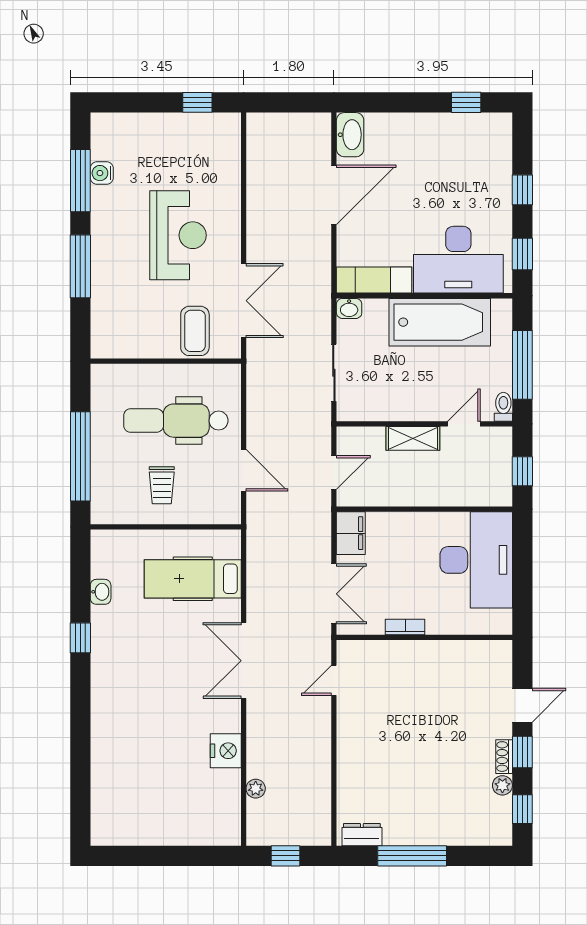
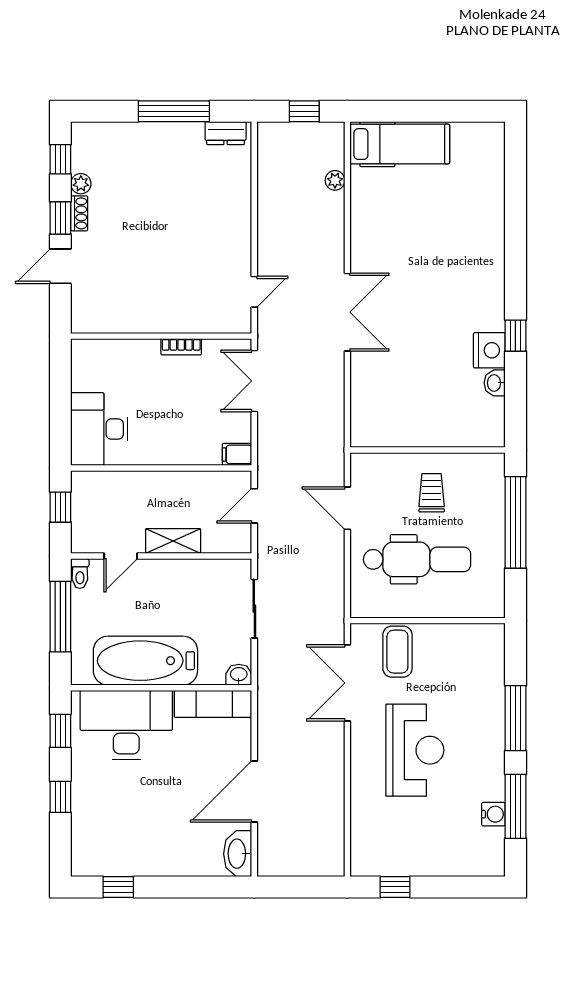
reception desk: (178, 235) -> (415, 750), turned 180
filing cabinet: (351, 533) -> (237, 454), width x0.50
desk: (476, 560) -> (99, 429), width x0.73, depth x0.77
hospital bed: (193, 579) -> (400, 144), moved
nightstand: (226, 751) -> (489, 350), moved, turned 180

